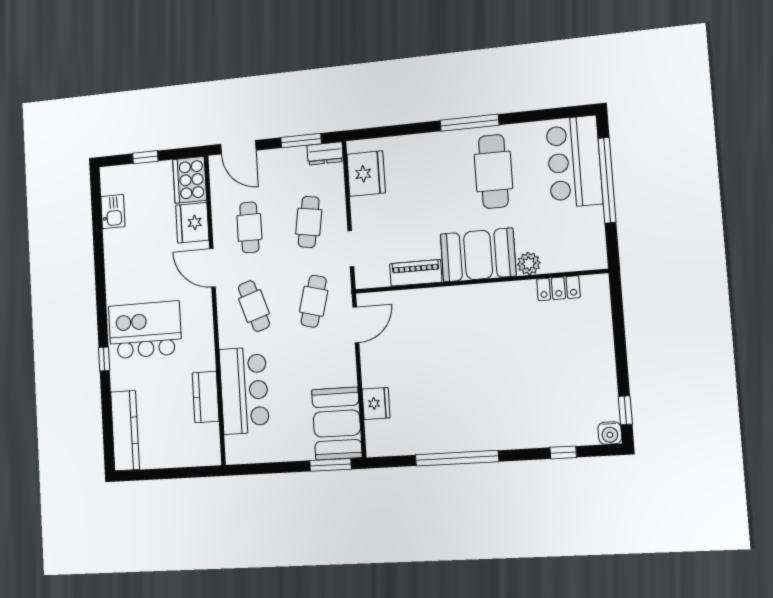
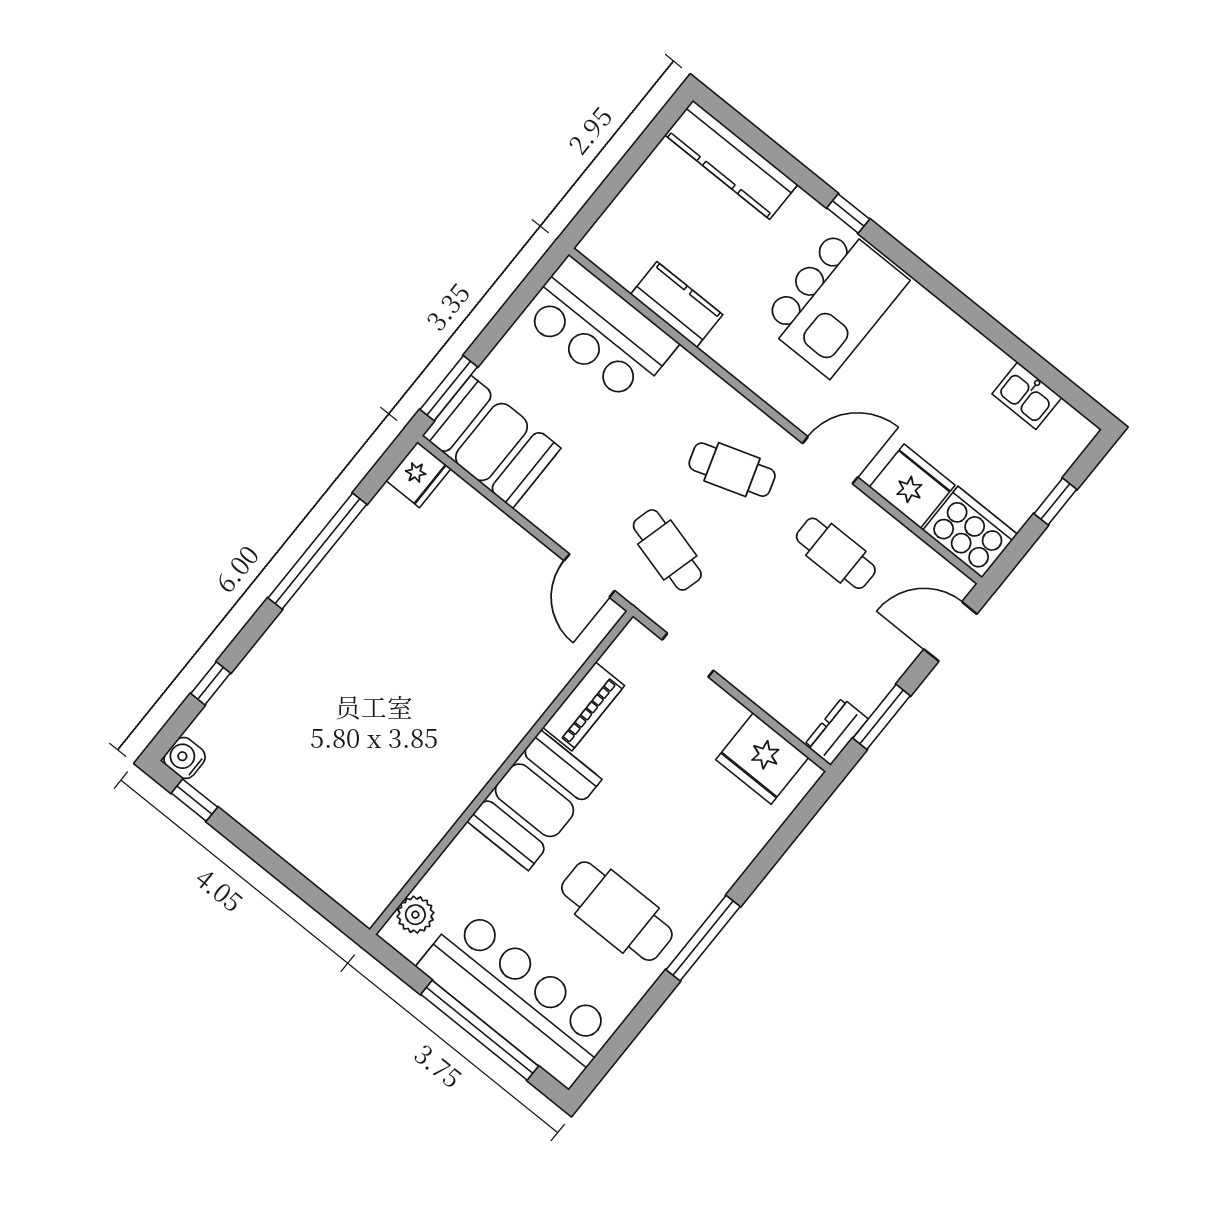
bar counter: (574, 162) -> (517, 997), width x1.36
cafe table: (309, 222) -> (771, 634), removed
plant: (529, 264) -> (415, 915), moved
locker: (558, 288) -> (406, 856), removed
bar counter: (244, 390) -> (599, 330), moved
fridge: (376, 403) -> (418, 475), moved, turned -90

